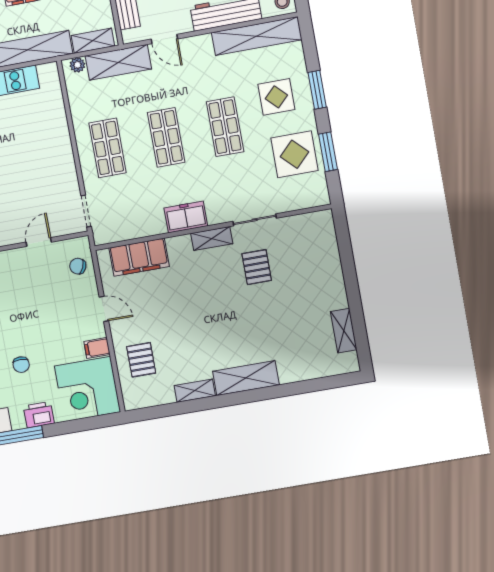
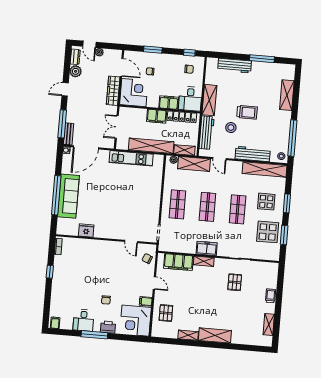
shelving: (212, 238) -> (204, 261), moved
door: (39, 242) -> (131, 242), swing flipped
trolley: (333, 275) -> (271, 296), added

